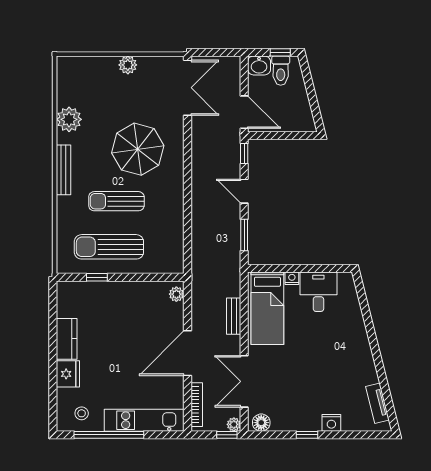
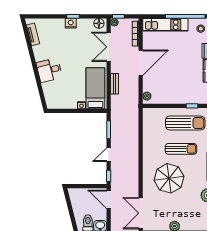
door: (244, 191) -> (109, 155), swing flipped
desk: (318, 292) -> (49, 70), moved, turned 76
double door: (244, 381) -> (109, 47), swing flipped
nightstand: (331, 423) -> (71, 23), moved

